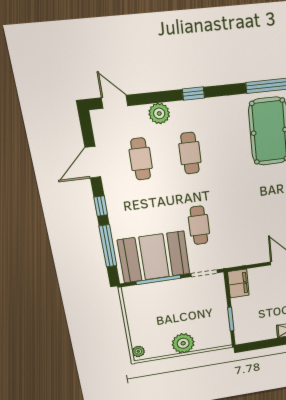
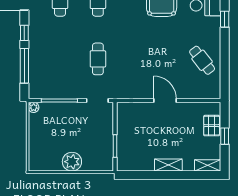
booth: (154, 257) -> (59, 80), removed
filing cabinet: (238, 284) -> (125, 114), removed
plant: (138, 351) -> (34, 107), moved

